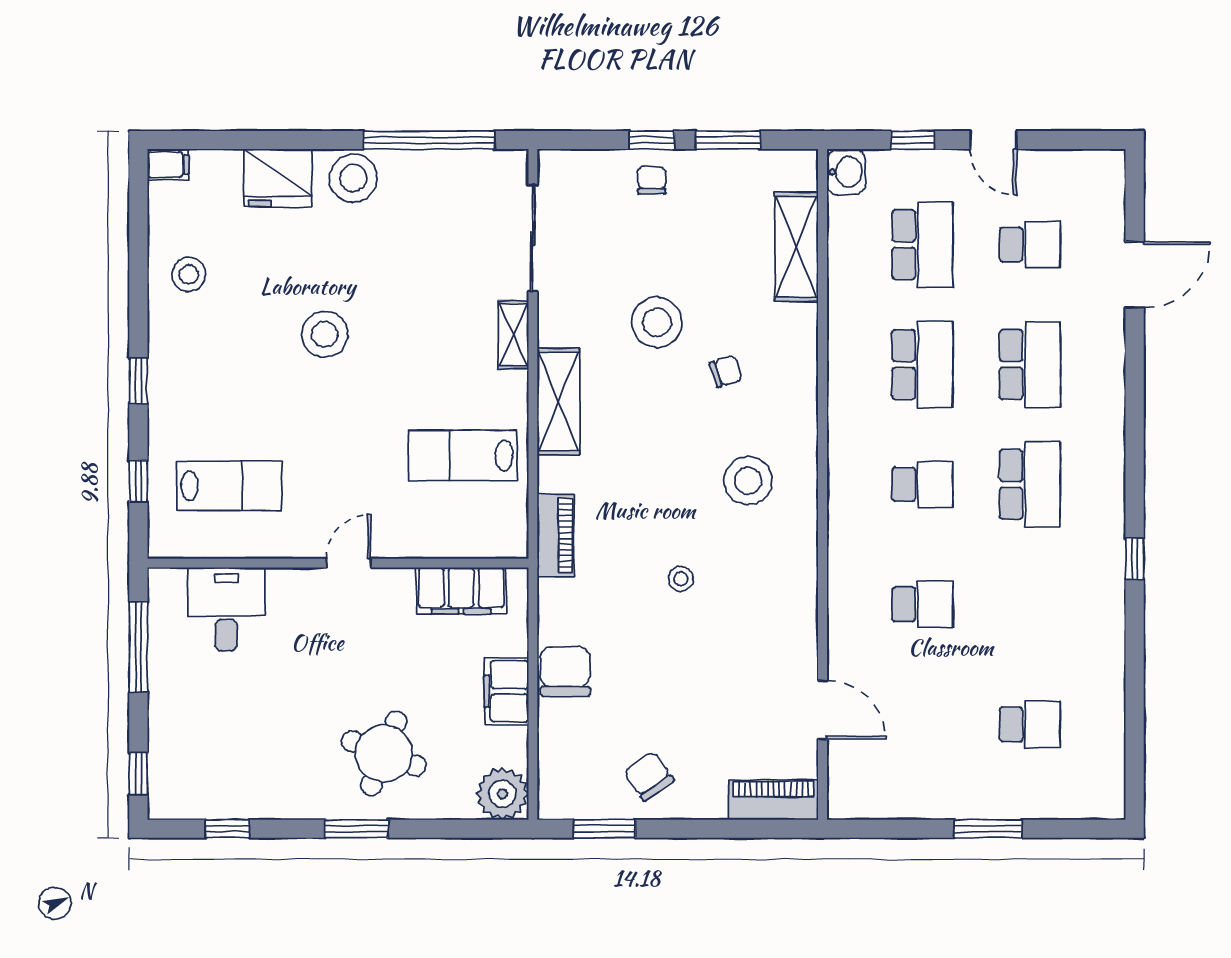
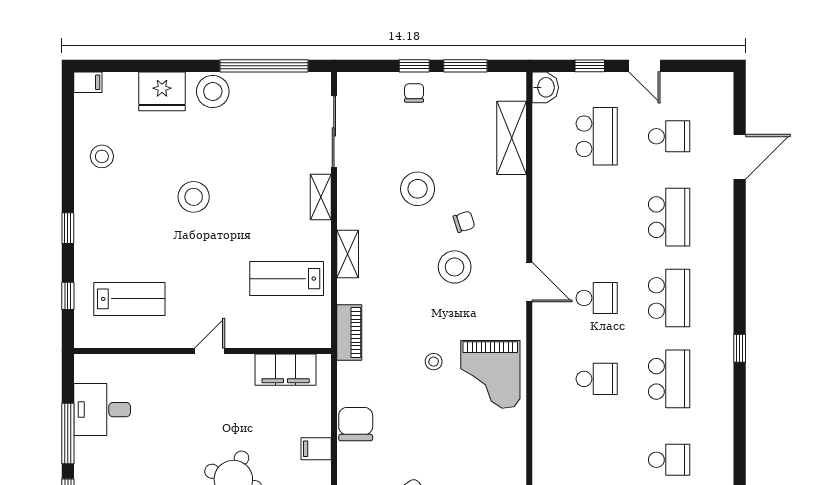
school desk: (923, 364) -> (669, 379), moved
shelving: (558, 401) -> (348, 254), width x0.67, depth x0.75
stool: (748, 481) -> (455, 267), moved
grand piano: (765, 598) -> (490, 374), added
desk: (226, 609) -> (102, 410), moved, turned -90
window: (138, 647) -> (68, 434), moved
filing cabinet: (506, 691) -> (316, 449), width x0.50
door: (822, 710) -> (529, 282), moved

